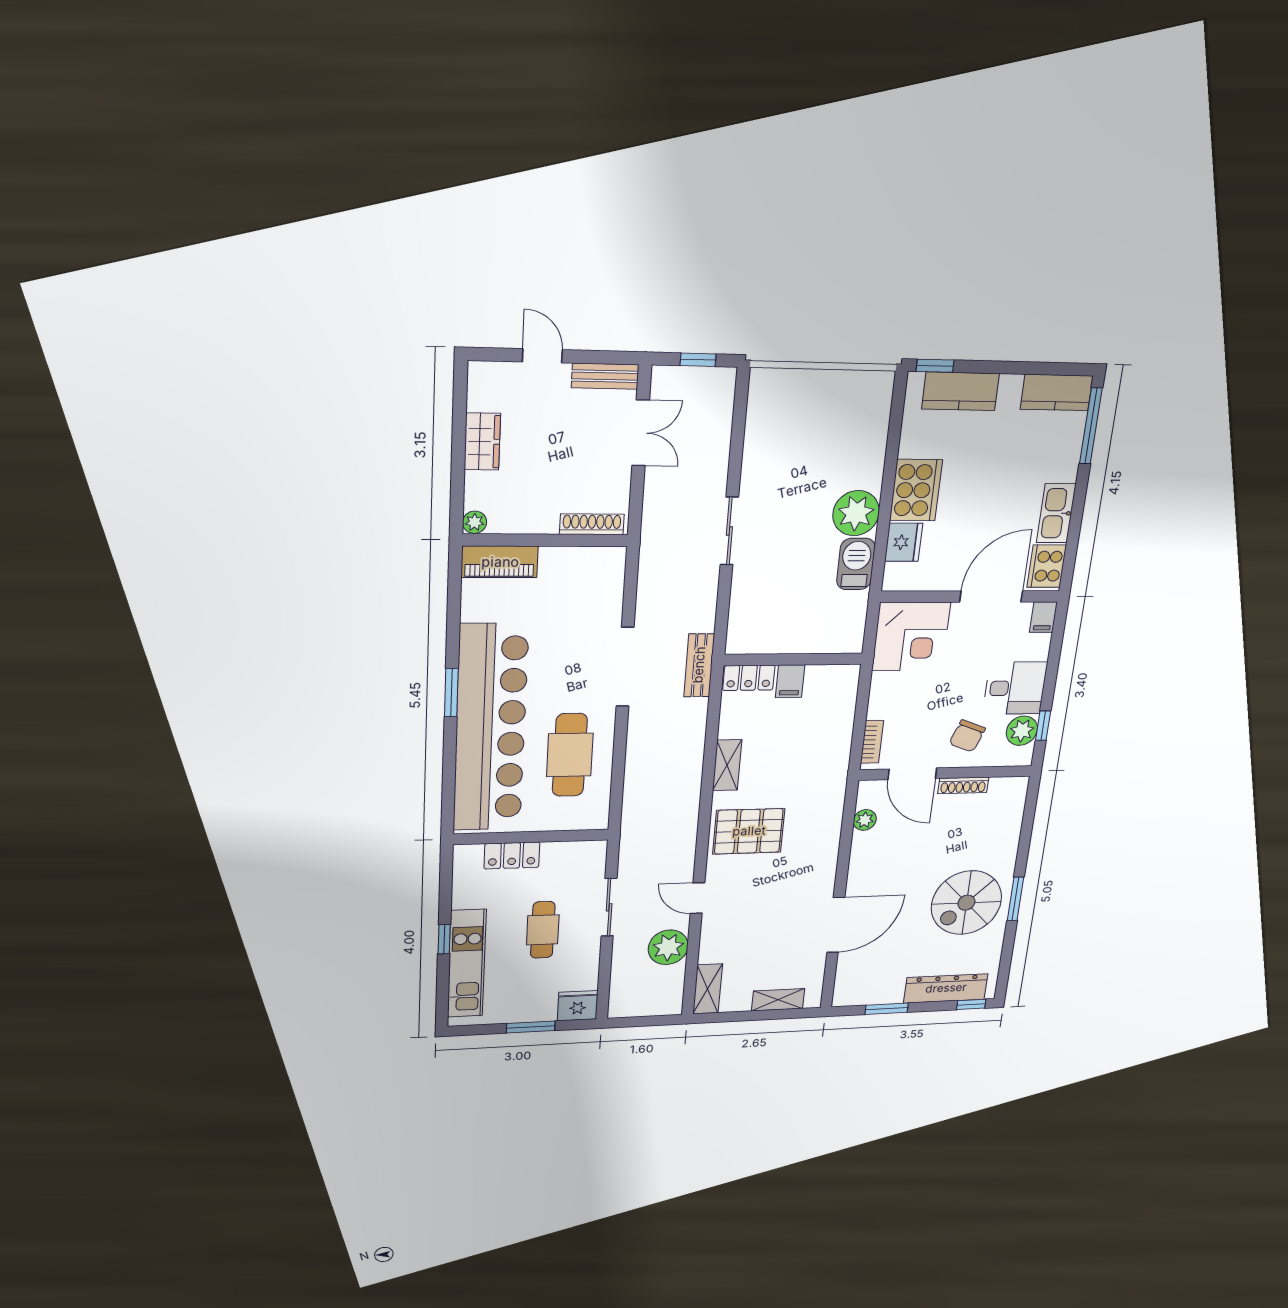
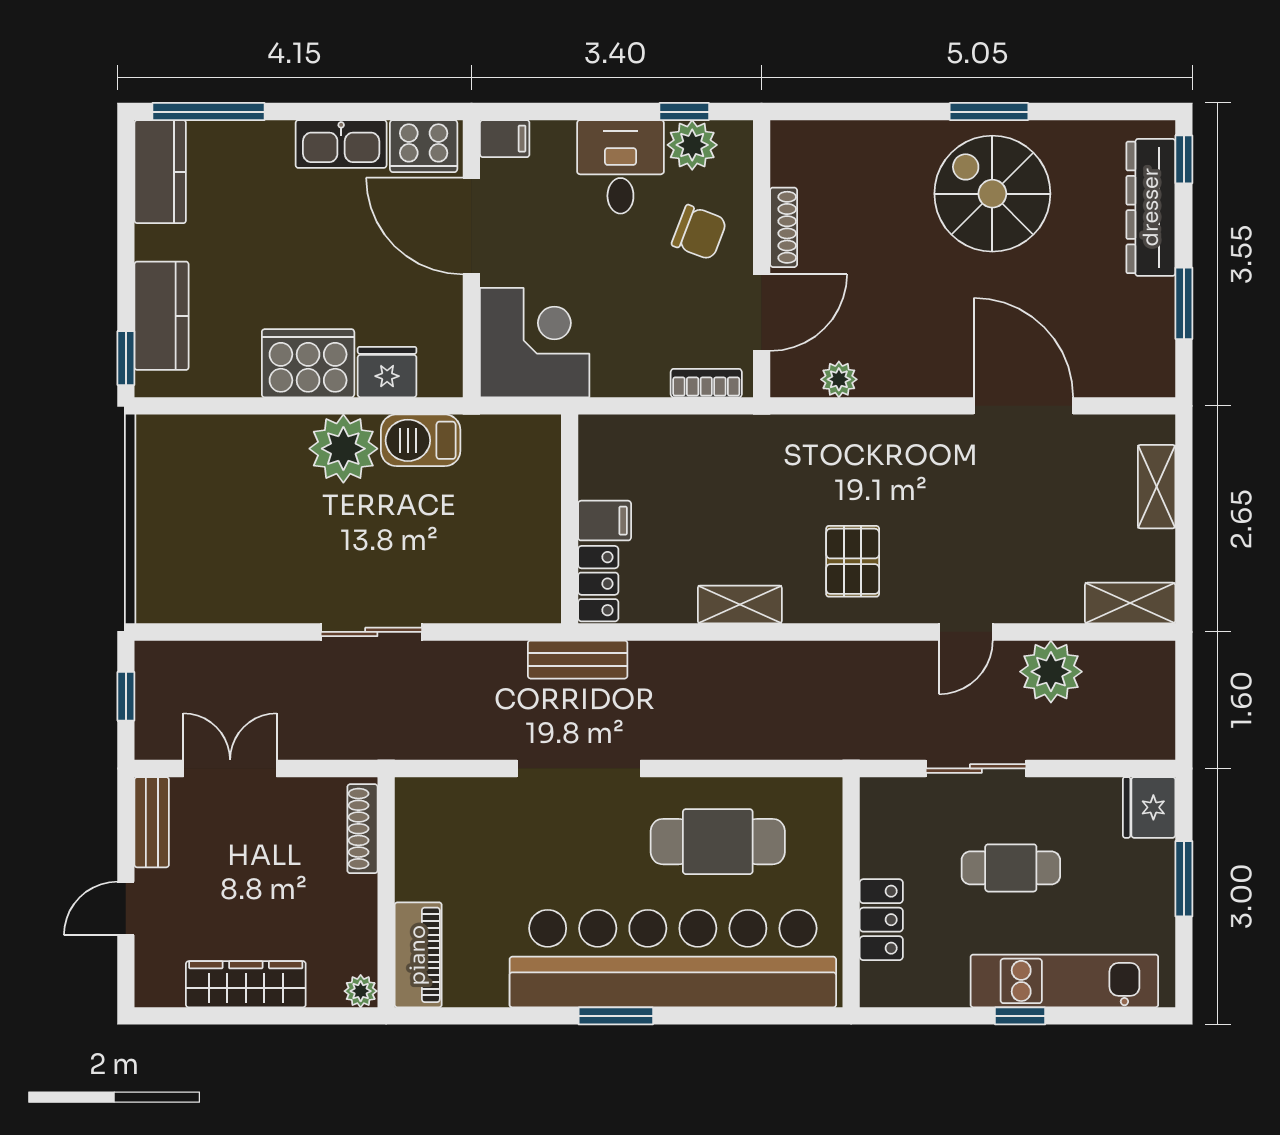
wardrobe: (482, 442) -> (246, 984), width x1.50
pallet: (749, 831) -> (853, 561), width x0.67, depth x0.71
spiral stairs: (966, 903) -> (992, 194), turned 180

